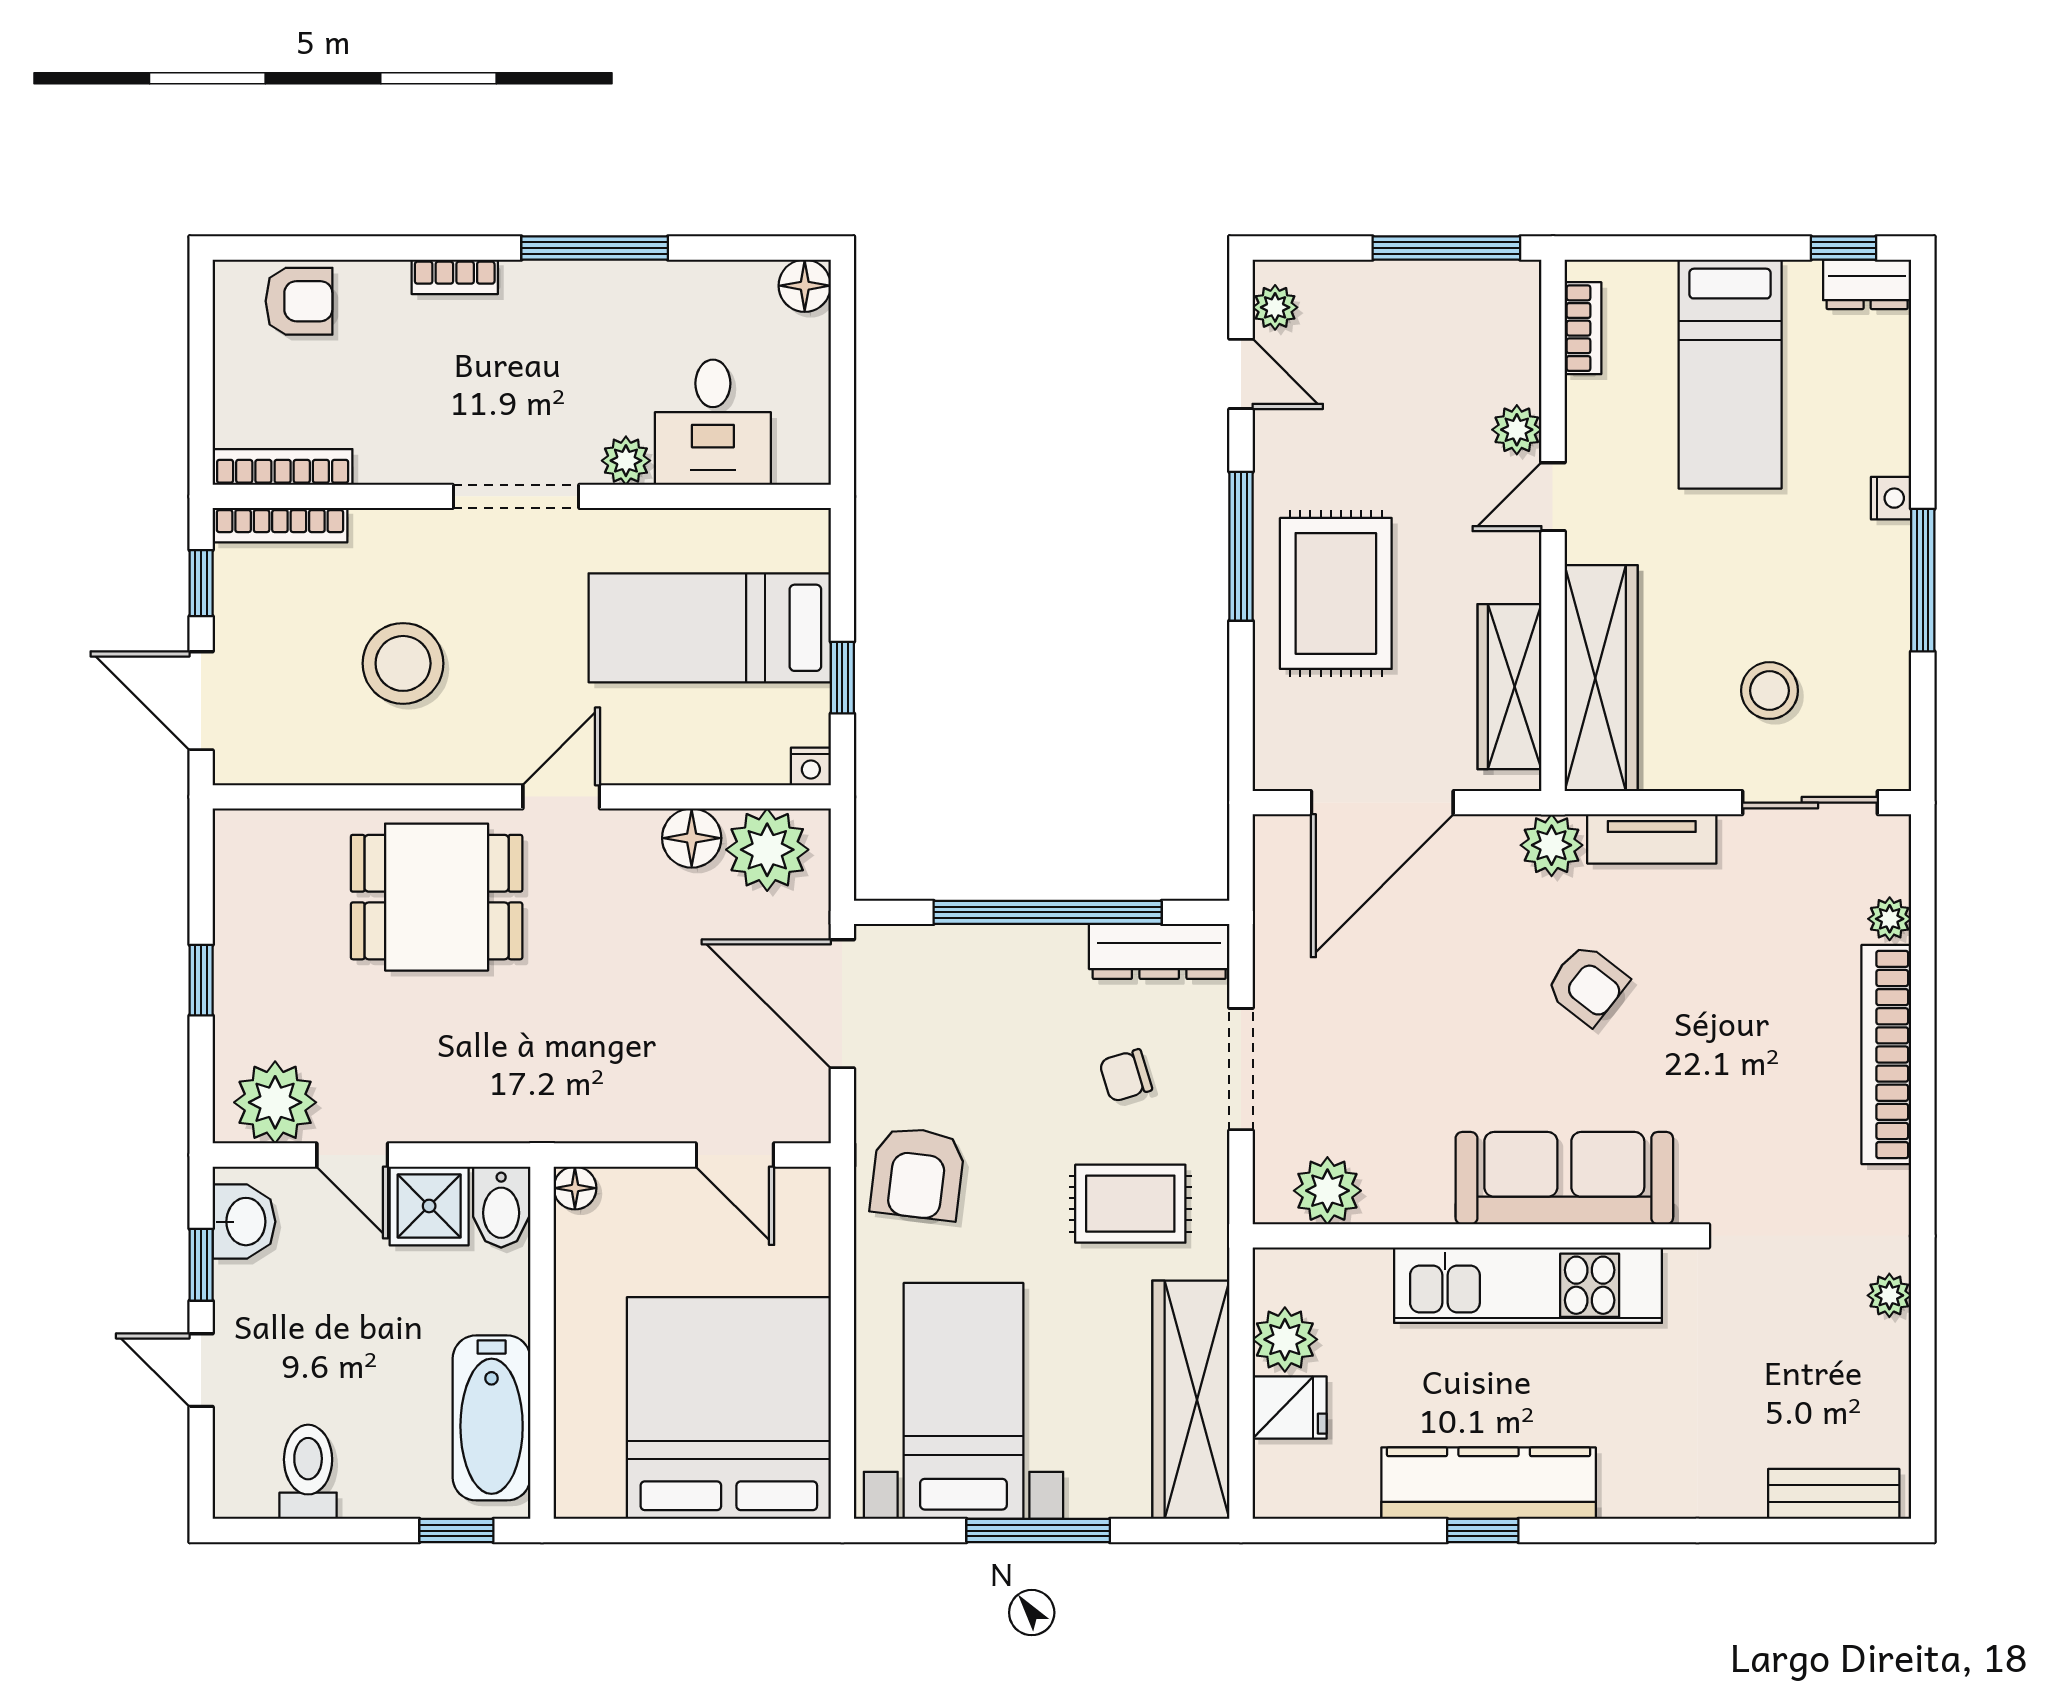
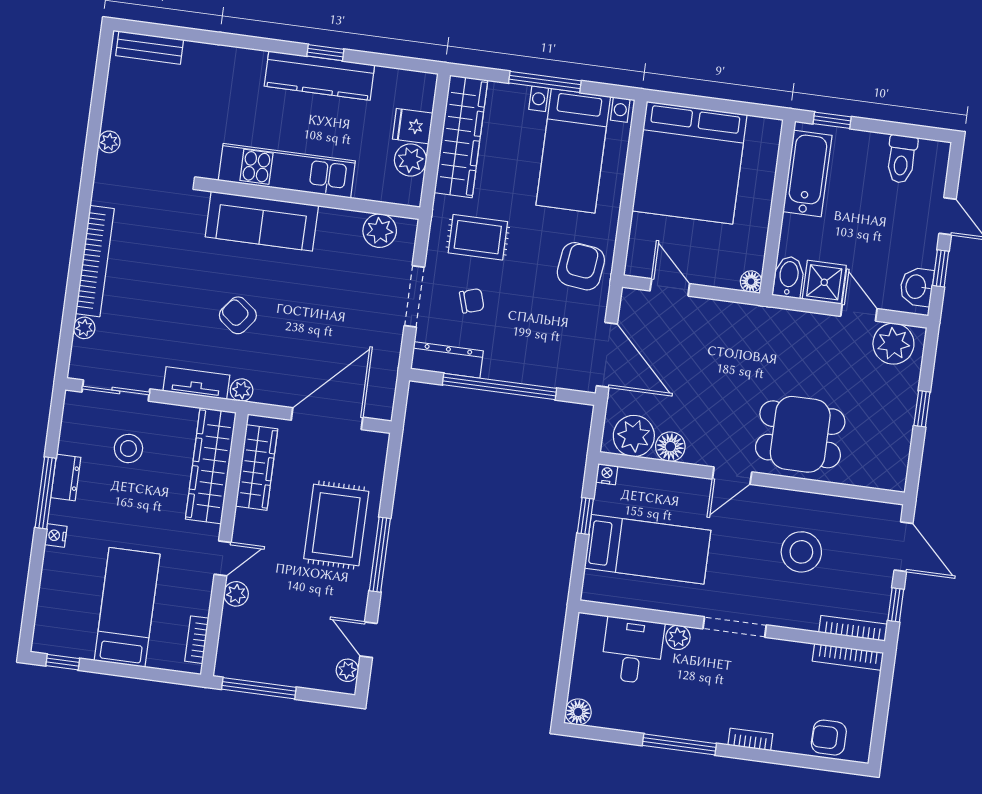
dresser: (1867, 284) -> (66, 477), moved, turned 90
plant: (1552, 845) -> (242, 390), width x0.73, depth x0.73

